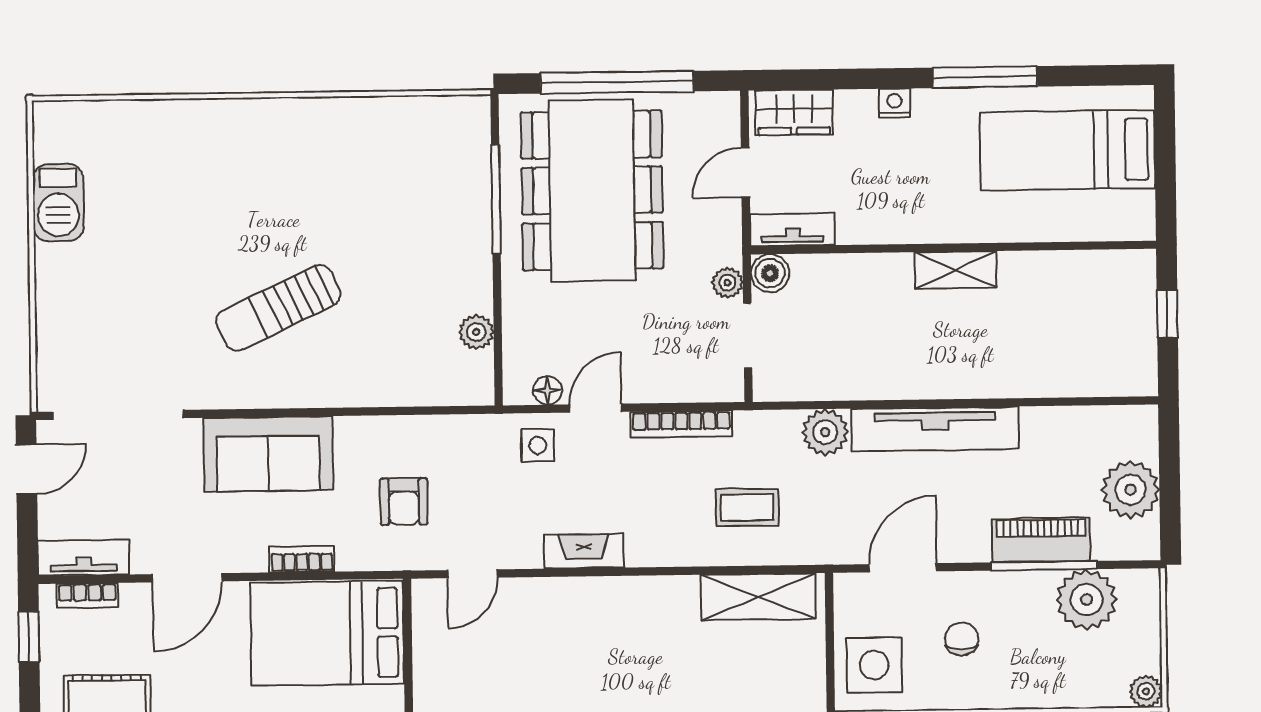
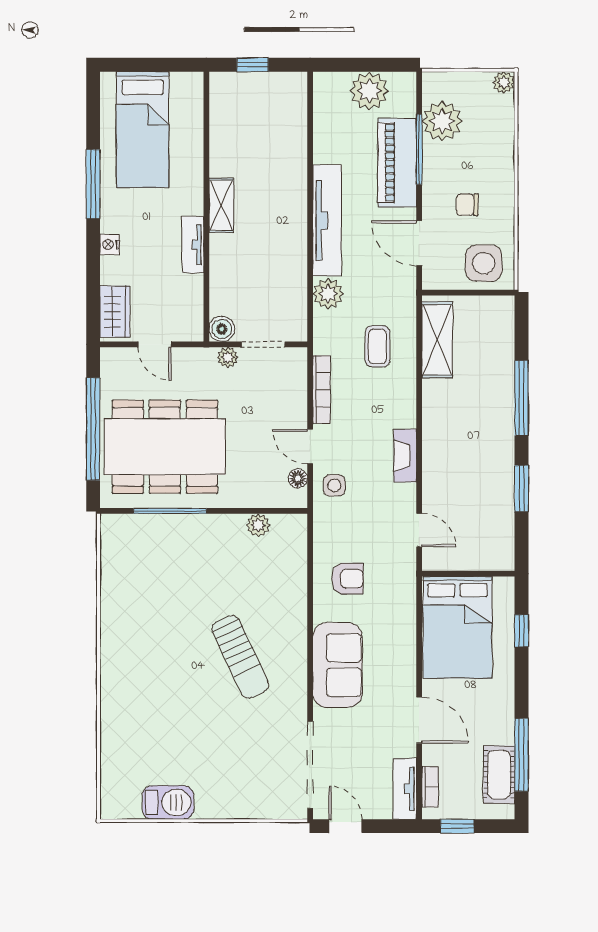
tv unit: (793, 230) -> (193, 245), moved
armchair: (404, 502) -> (348, 579), moved
piano: (1041, 540) -> (397, 163), width x1.37, depth x1.33
bookcase: (302, 559) -> (408, 643), removed

